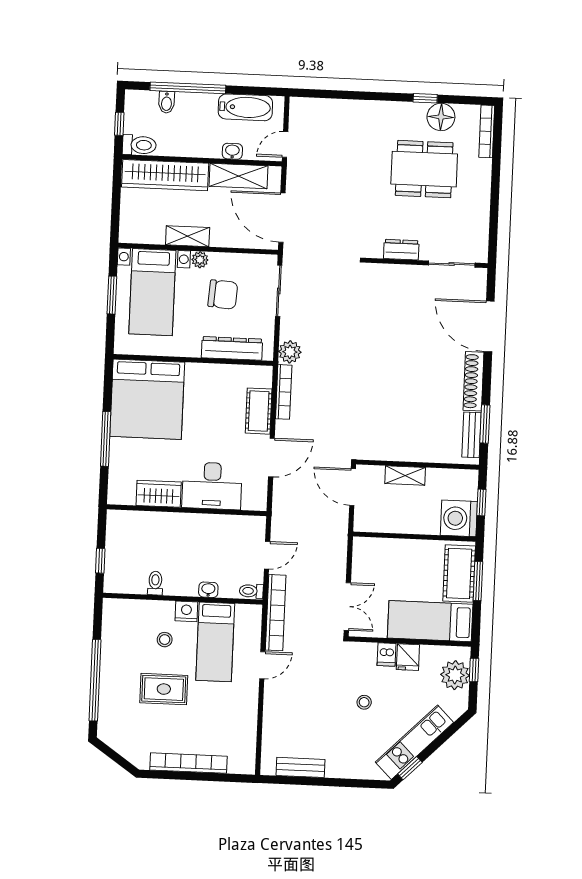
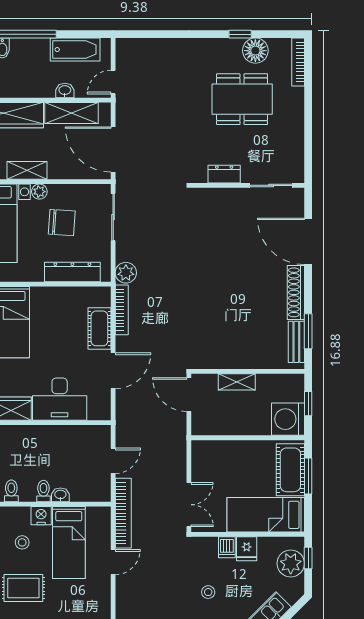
toilet: (251, 591) -> (43, 491), moved, turned 90

